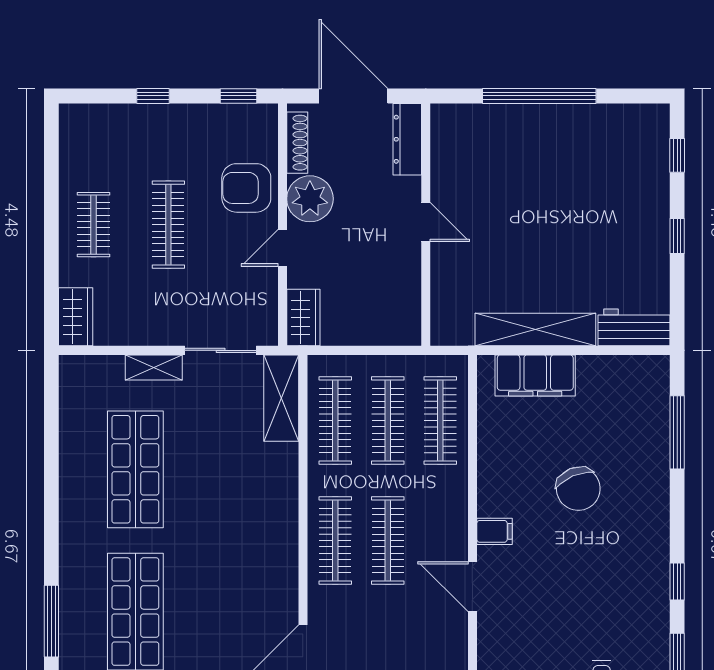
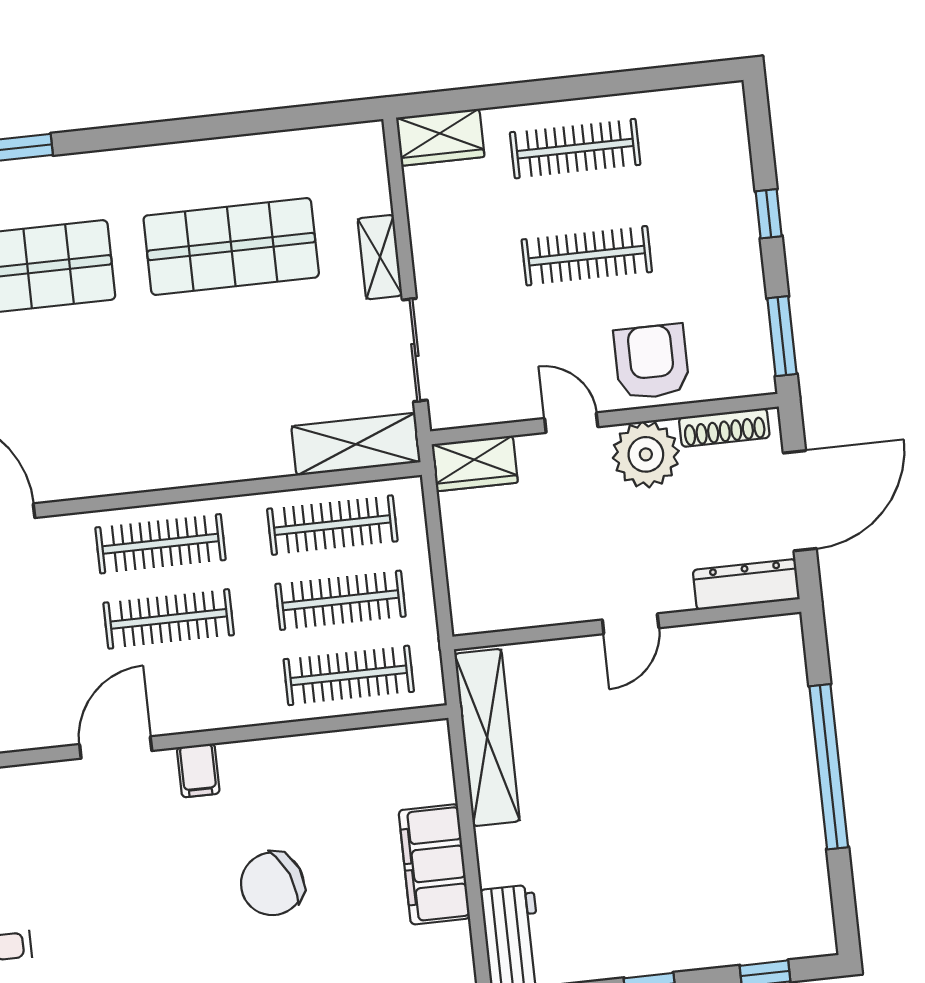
window: (239, 96) -> (782, 336), width x1.50
clothes rail: (94, 225) -> (575, 149), width x1.36
shelving: (535, 330) -> (487, 737), moved
filing cabinet: (535, 375) -> (434, 864), moved

